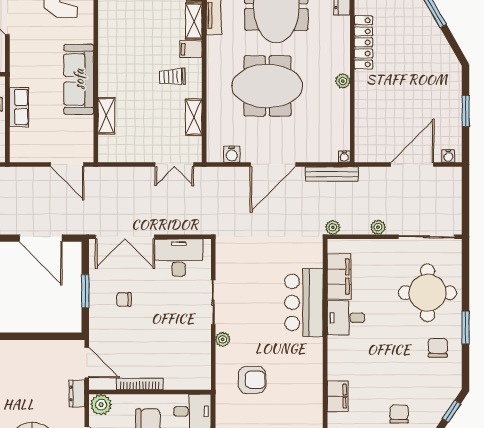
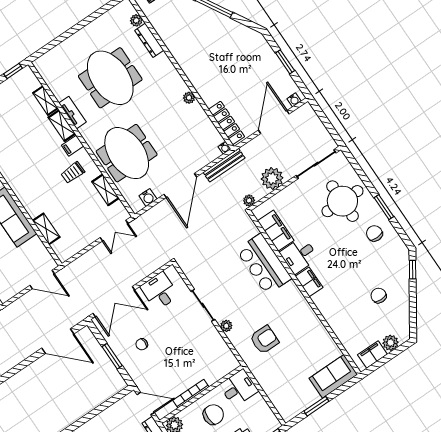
locker: (363, 42) -> (226, 123), moved
meeting table: (267, 86) -> (127, 153), moved, turned 90
plant: (378, 227) -> (272, 178), width x1.88, depth x1.88
desk: (179, 258) -> (160, 291), width x0.73
filing cabinet: (338, 396) -> (309, 282), moved

